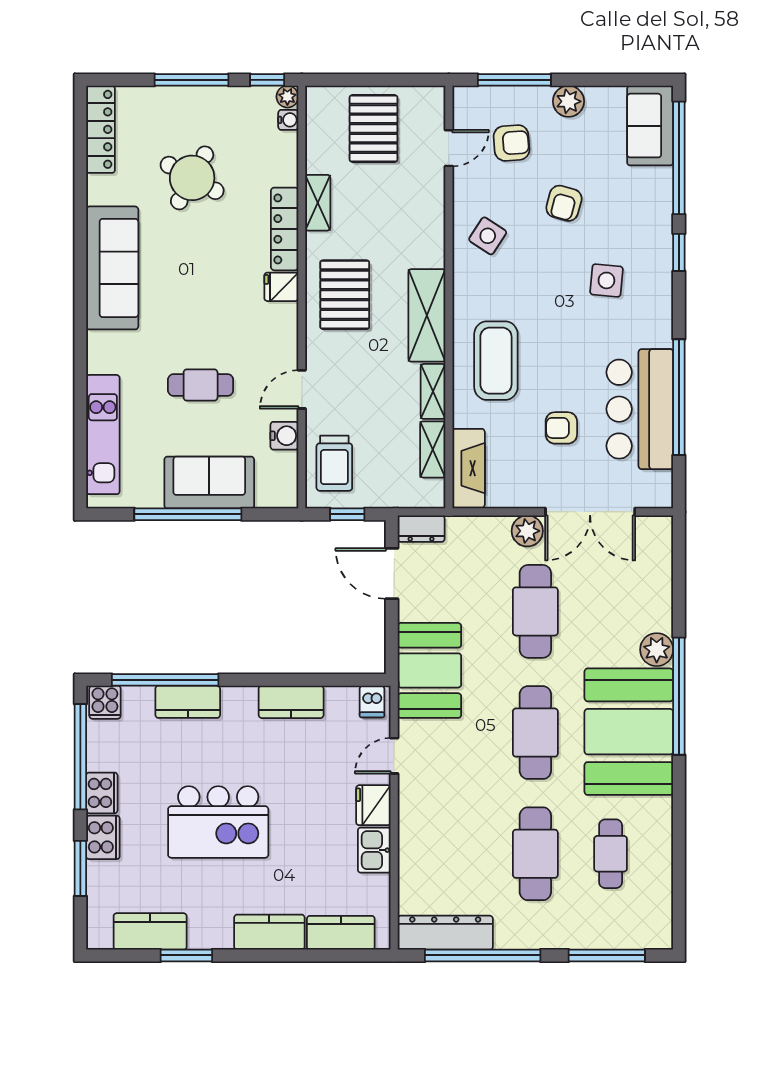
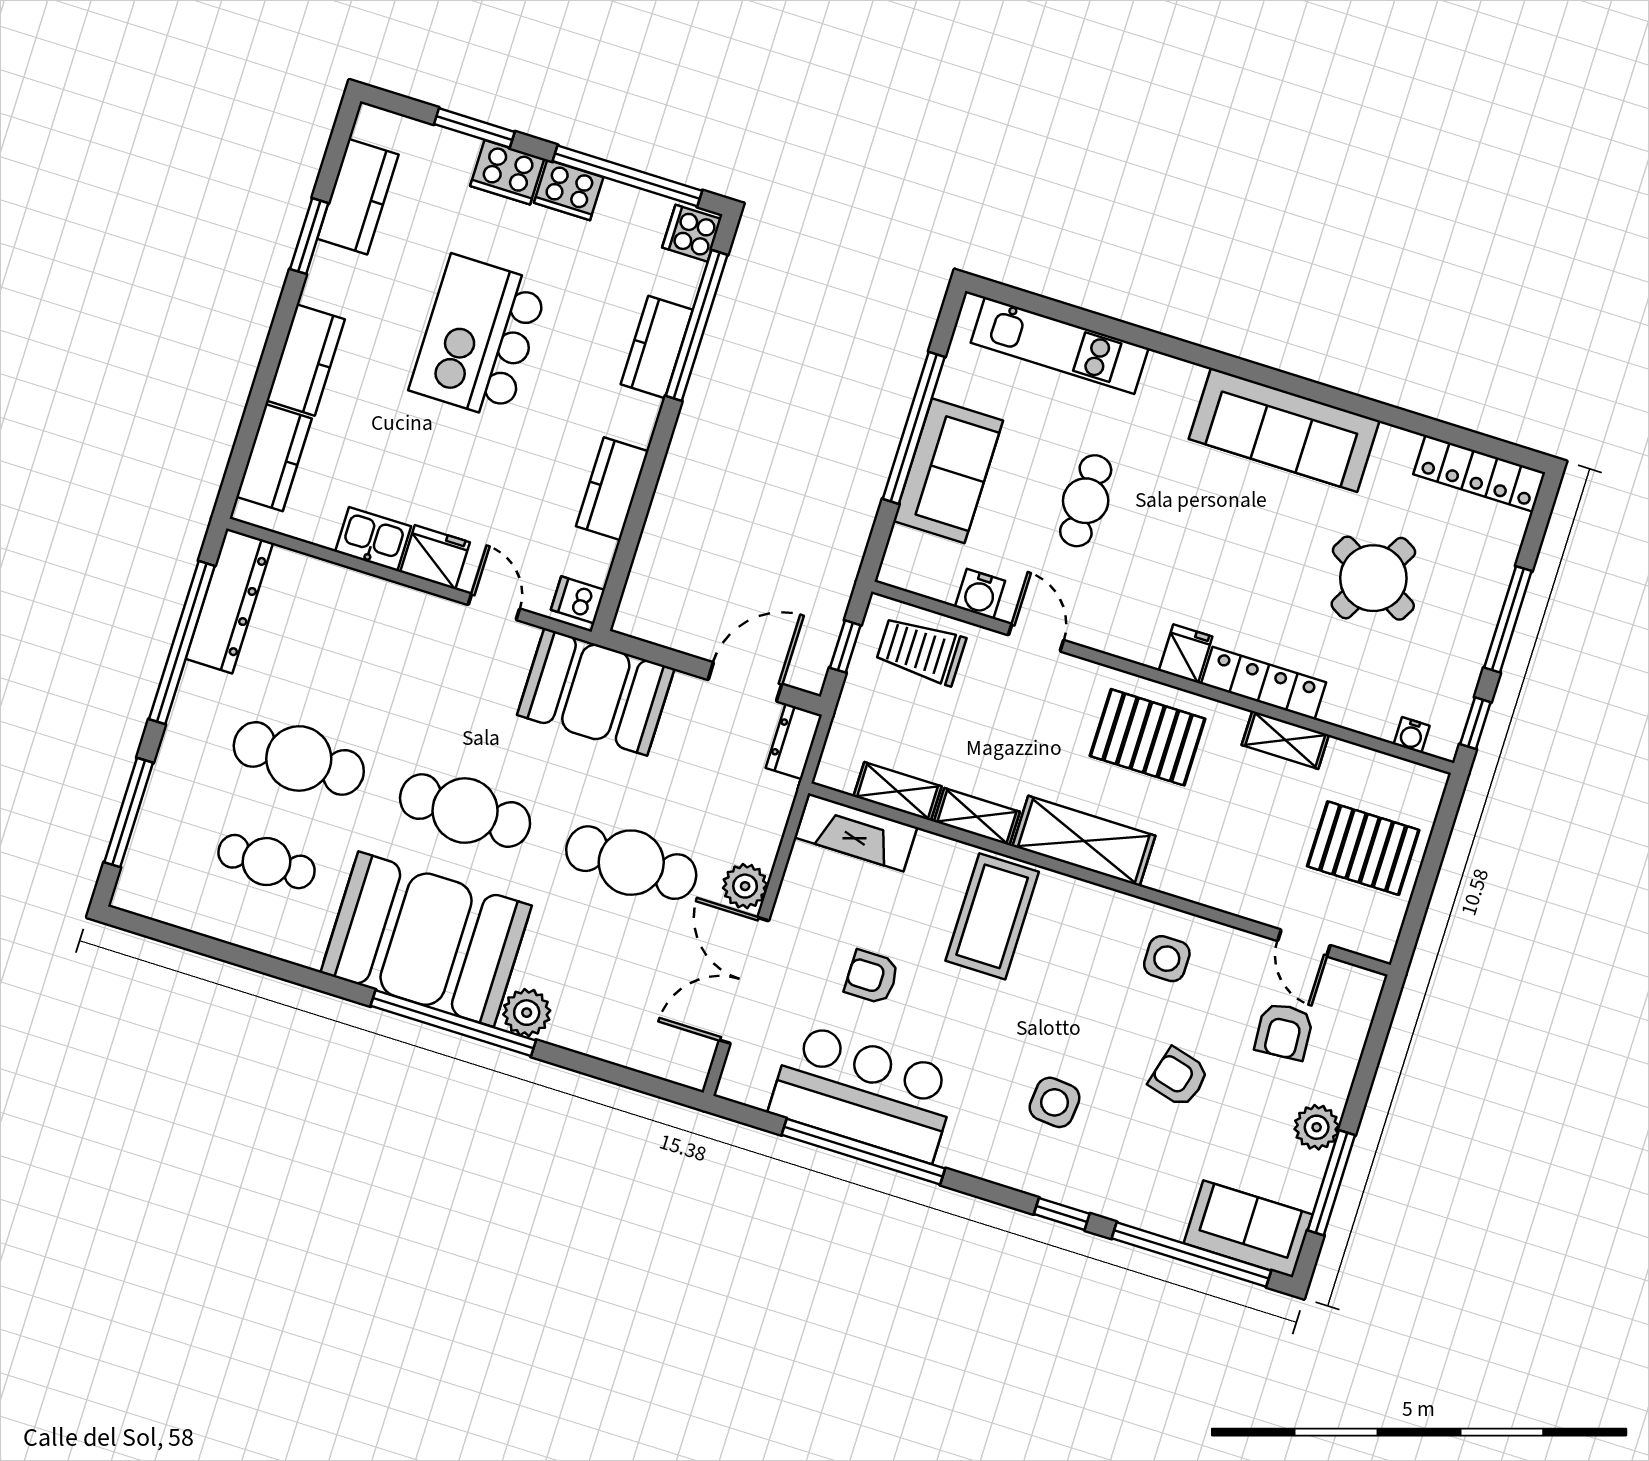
window: (514, 80) -> (1331, 1183), moved
plant: (287, 97) -> (1444, 744), removed
side table: (488, 236) -> (1167, 959), turned -33
coffee table: (496, 361) -> (992, 916), turned 90
armchair: (561, 428) -> (872, 977), turned -90

